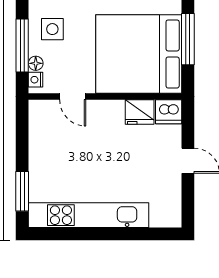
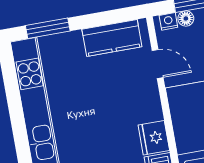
door: (73, 97) -> (158, 64), swing flipped
kitchen counter: (41, 134) -> (112, 38), added

